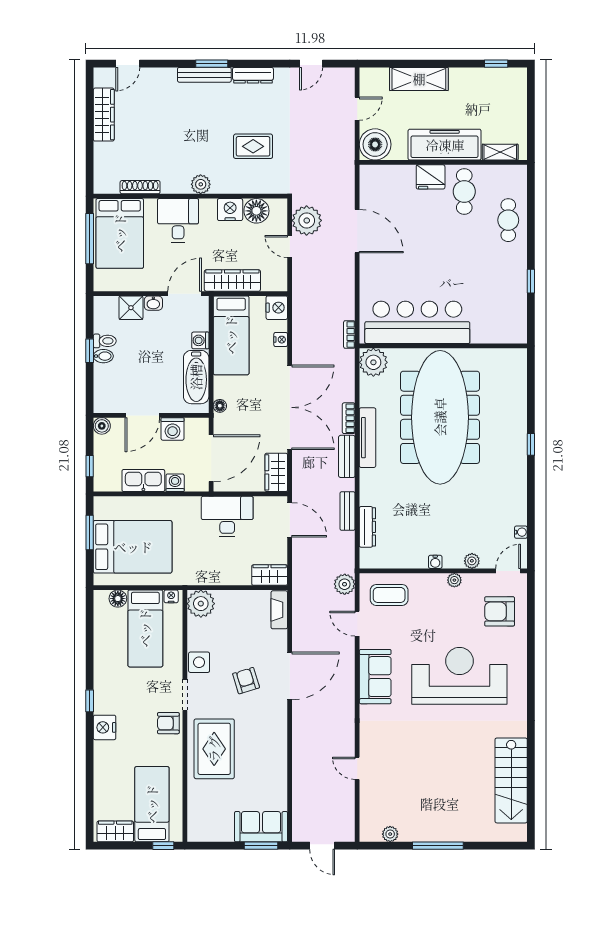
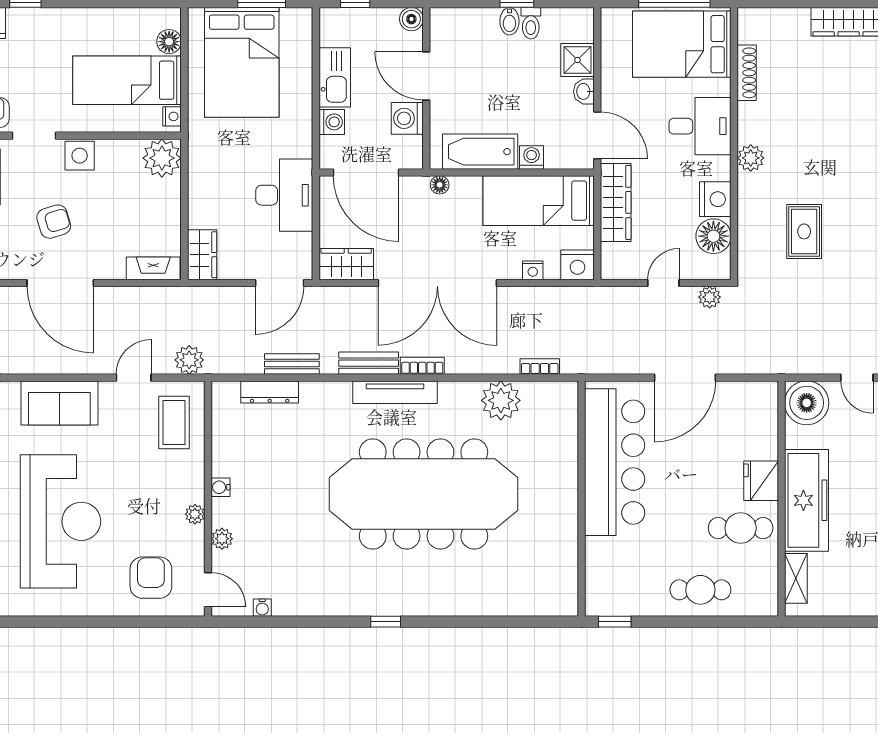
plant: (307, 220) -> (710, 297), width x0.53, depth x0.53
bar counter: (417, 322) -> (615, 462), moved
wall: (443, 346) -> (582, 499), moved

